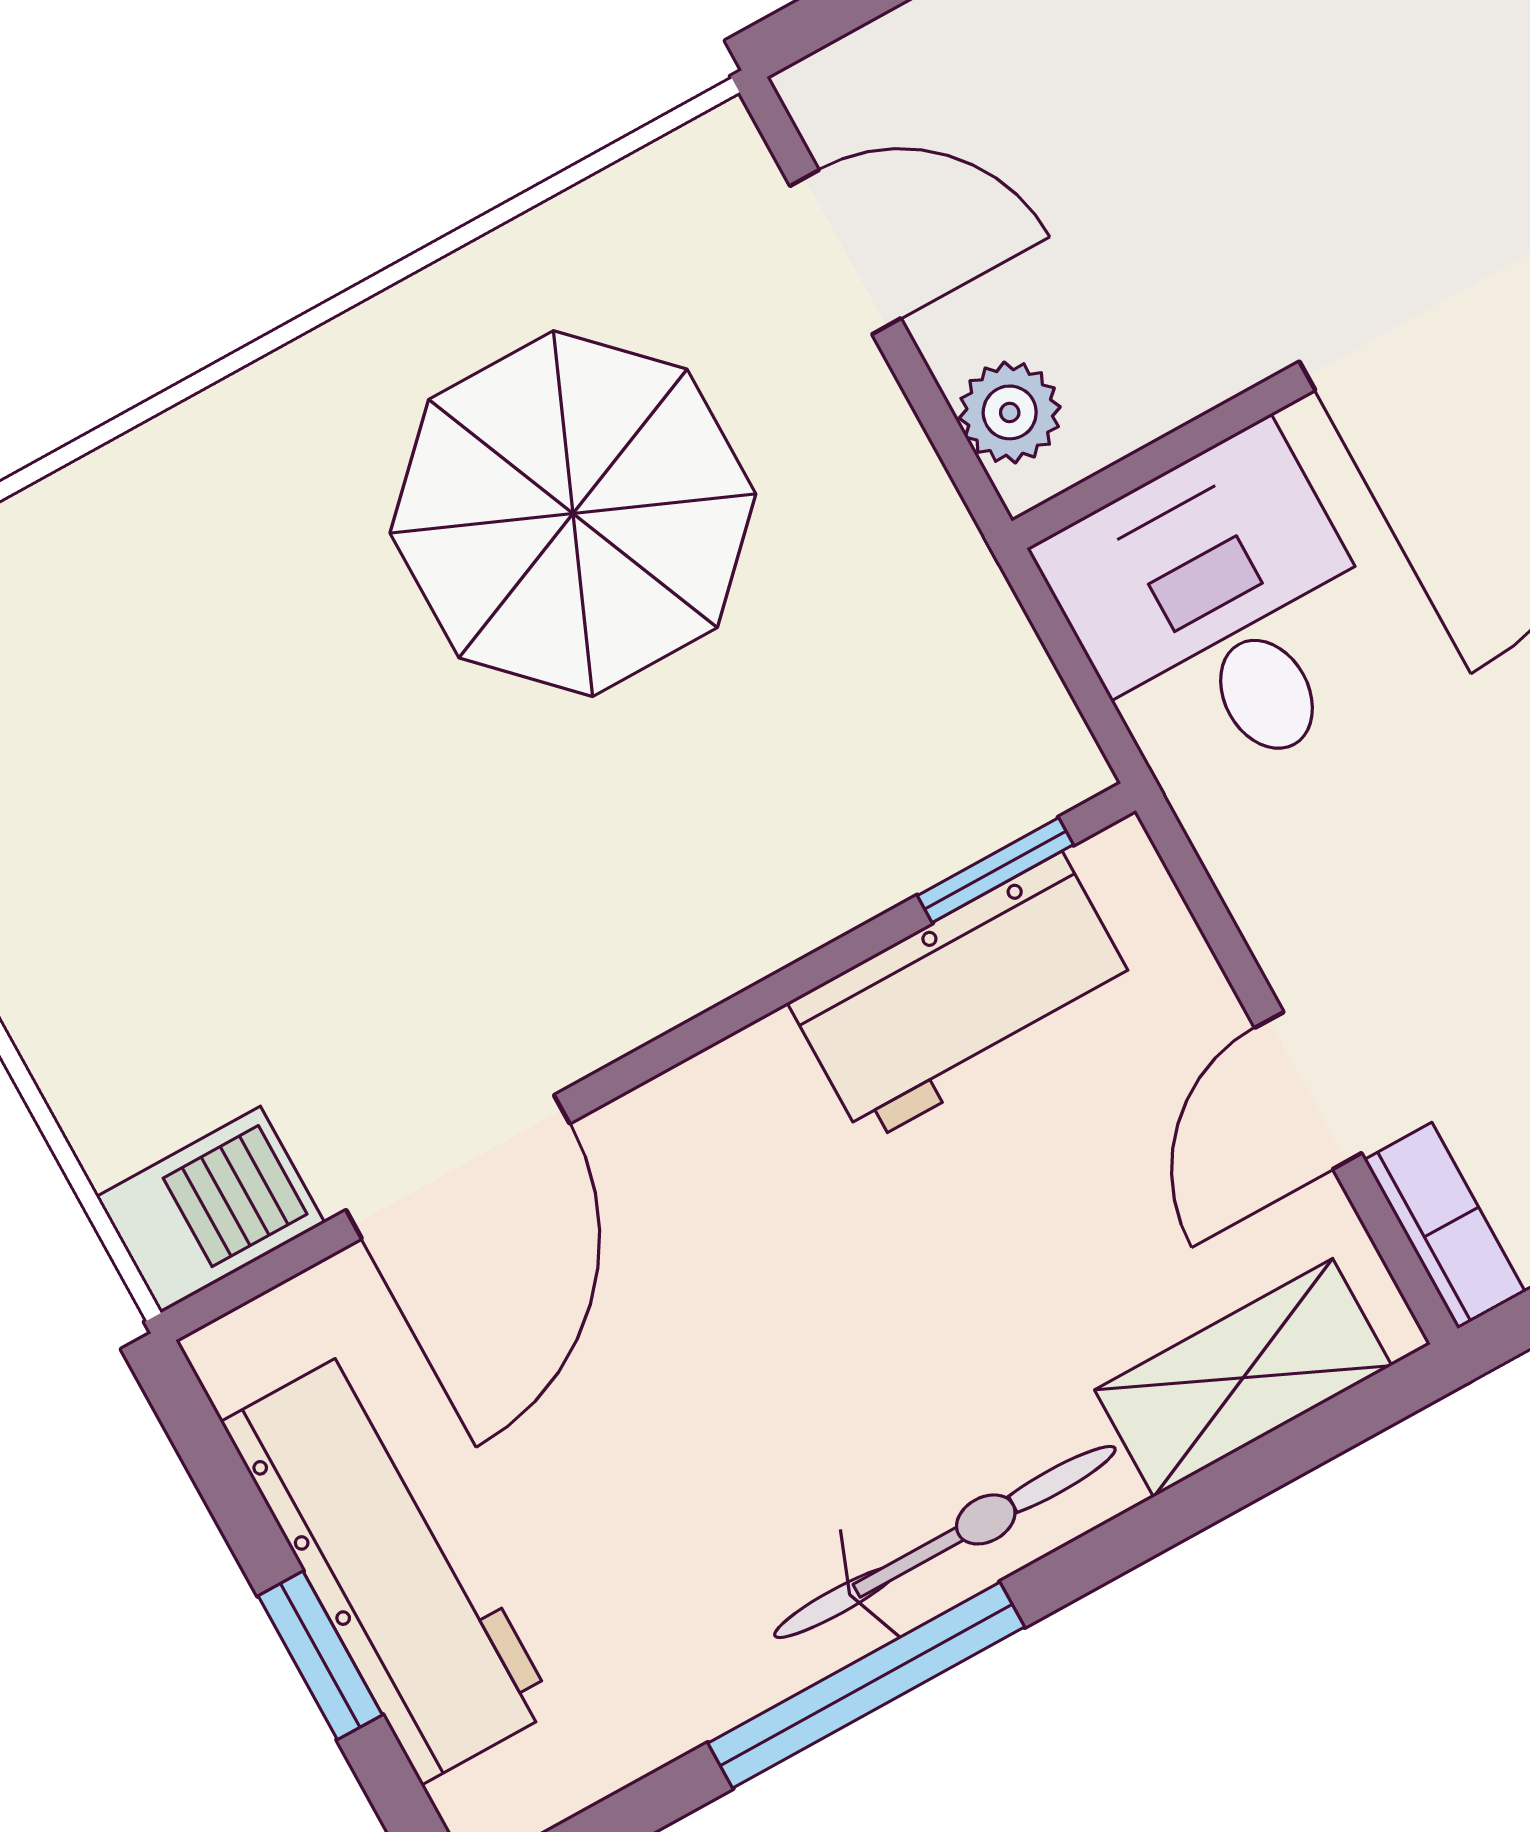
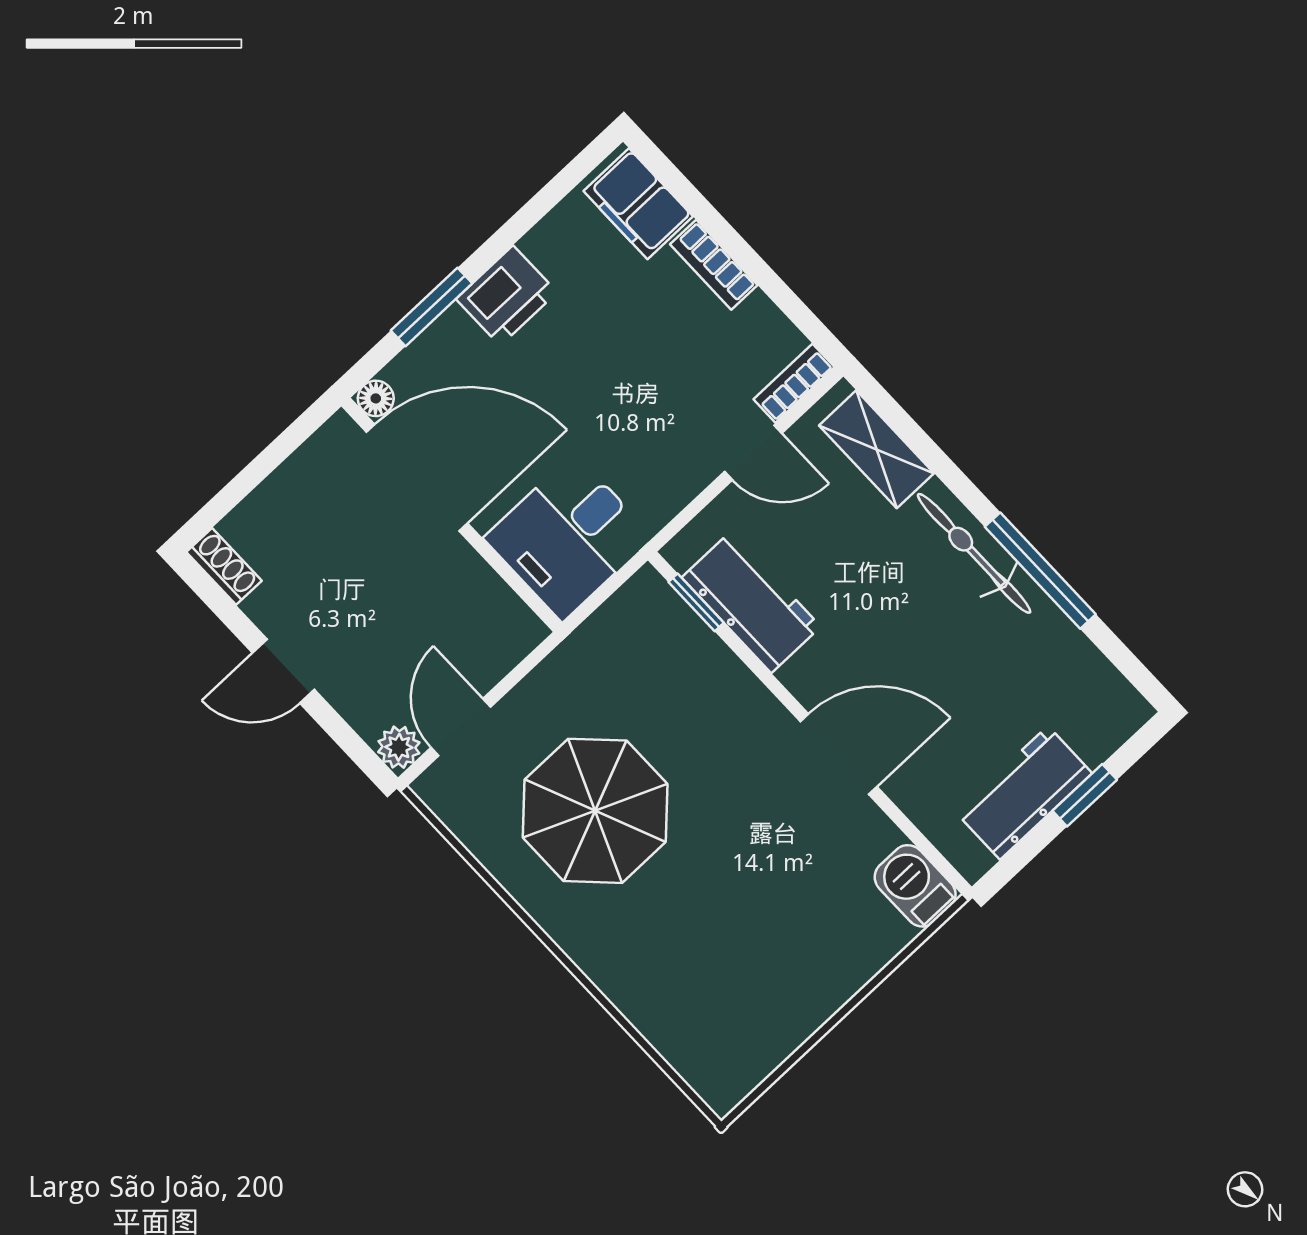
plant: (1010, 412) -> (399, 747), moved
door: (458, 1167) -> (839, 754), moved
workbench: (389, 1566) -> (1024, 793), width x0.73

